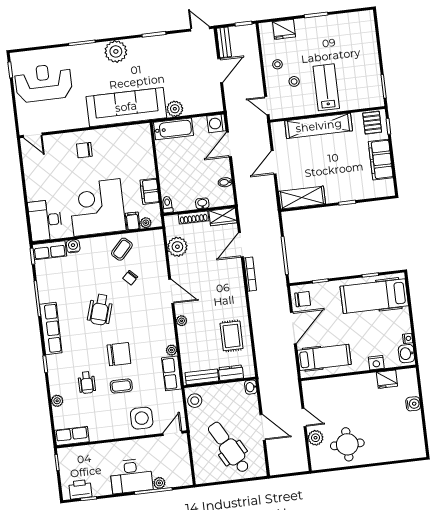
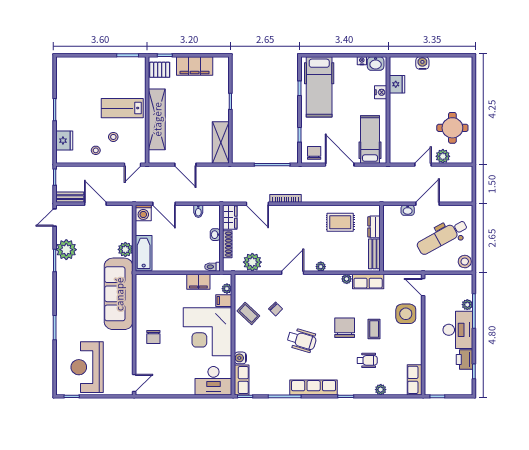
plant: (116, 51) -> (66, 250), moved
washbasin: (251, 387) -> (408, 210), moved
stool: (195, 401) -> (465, 262), moved
printer: (80, 489) -> (464, 360), moved

